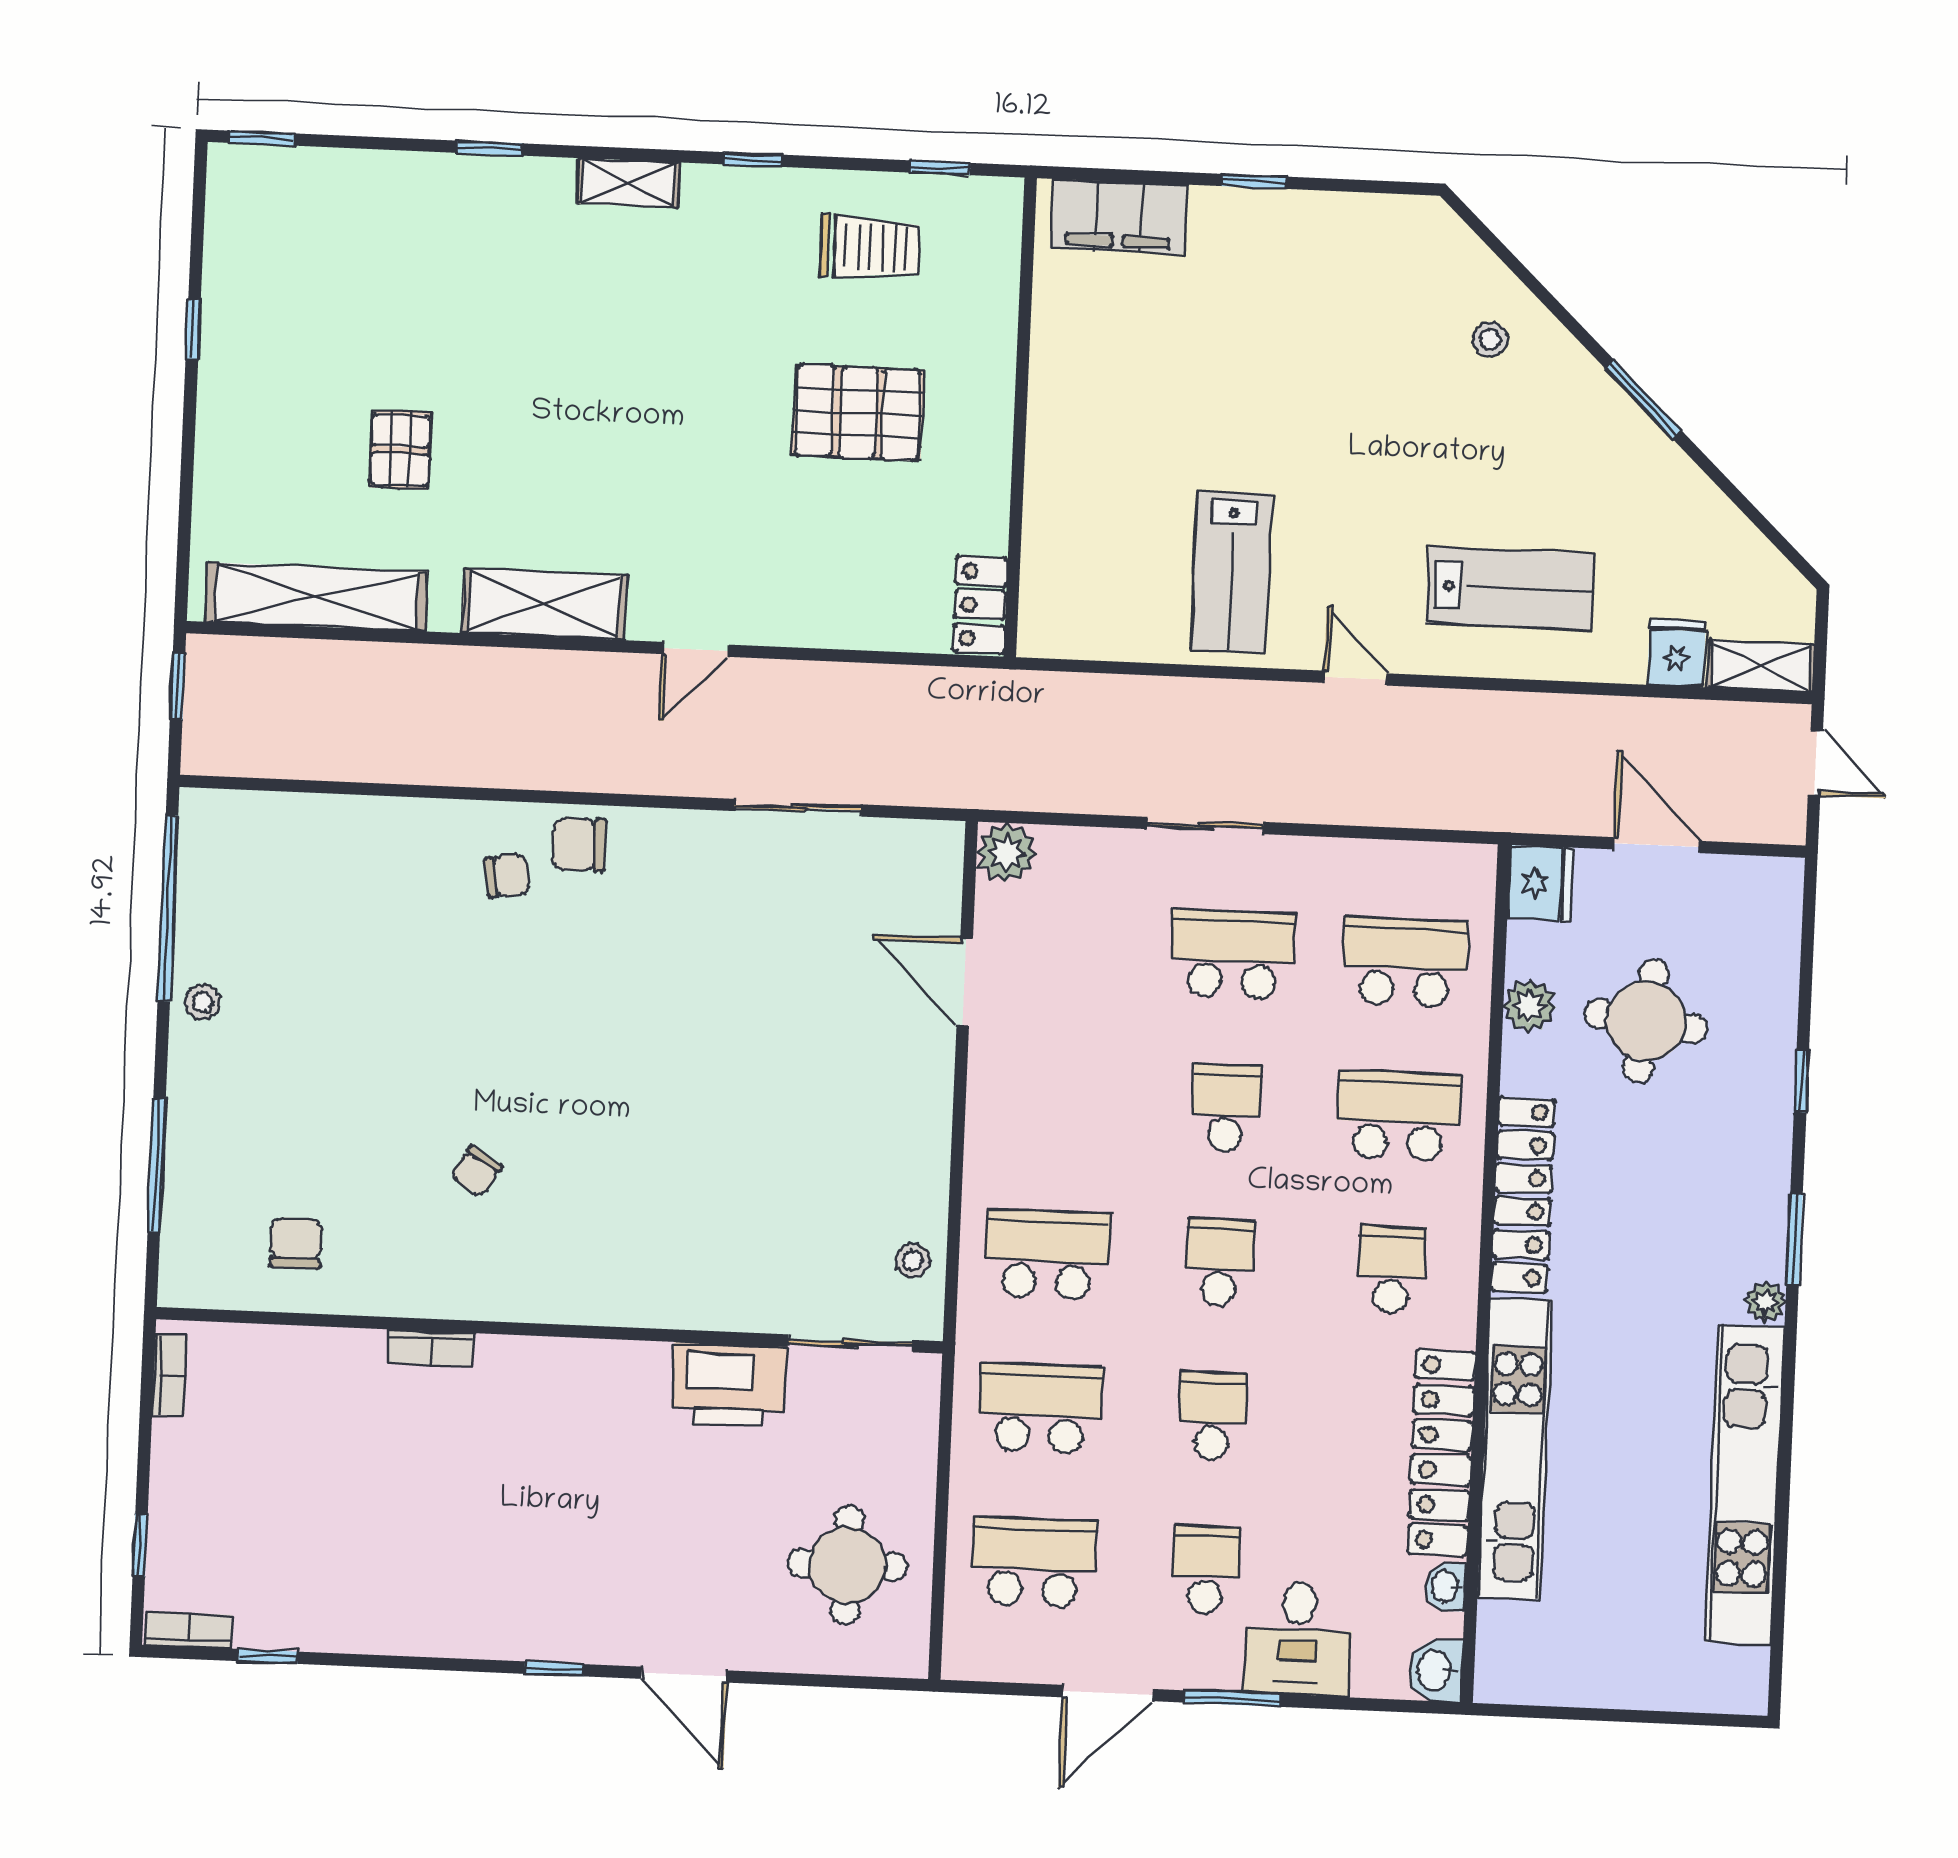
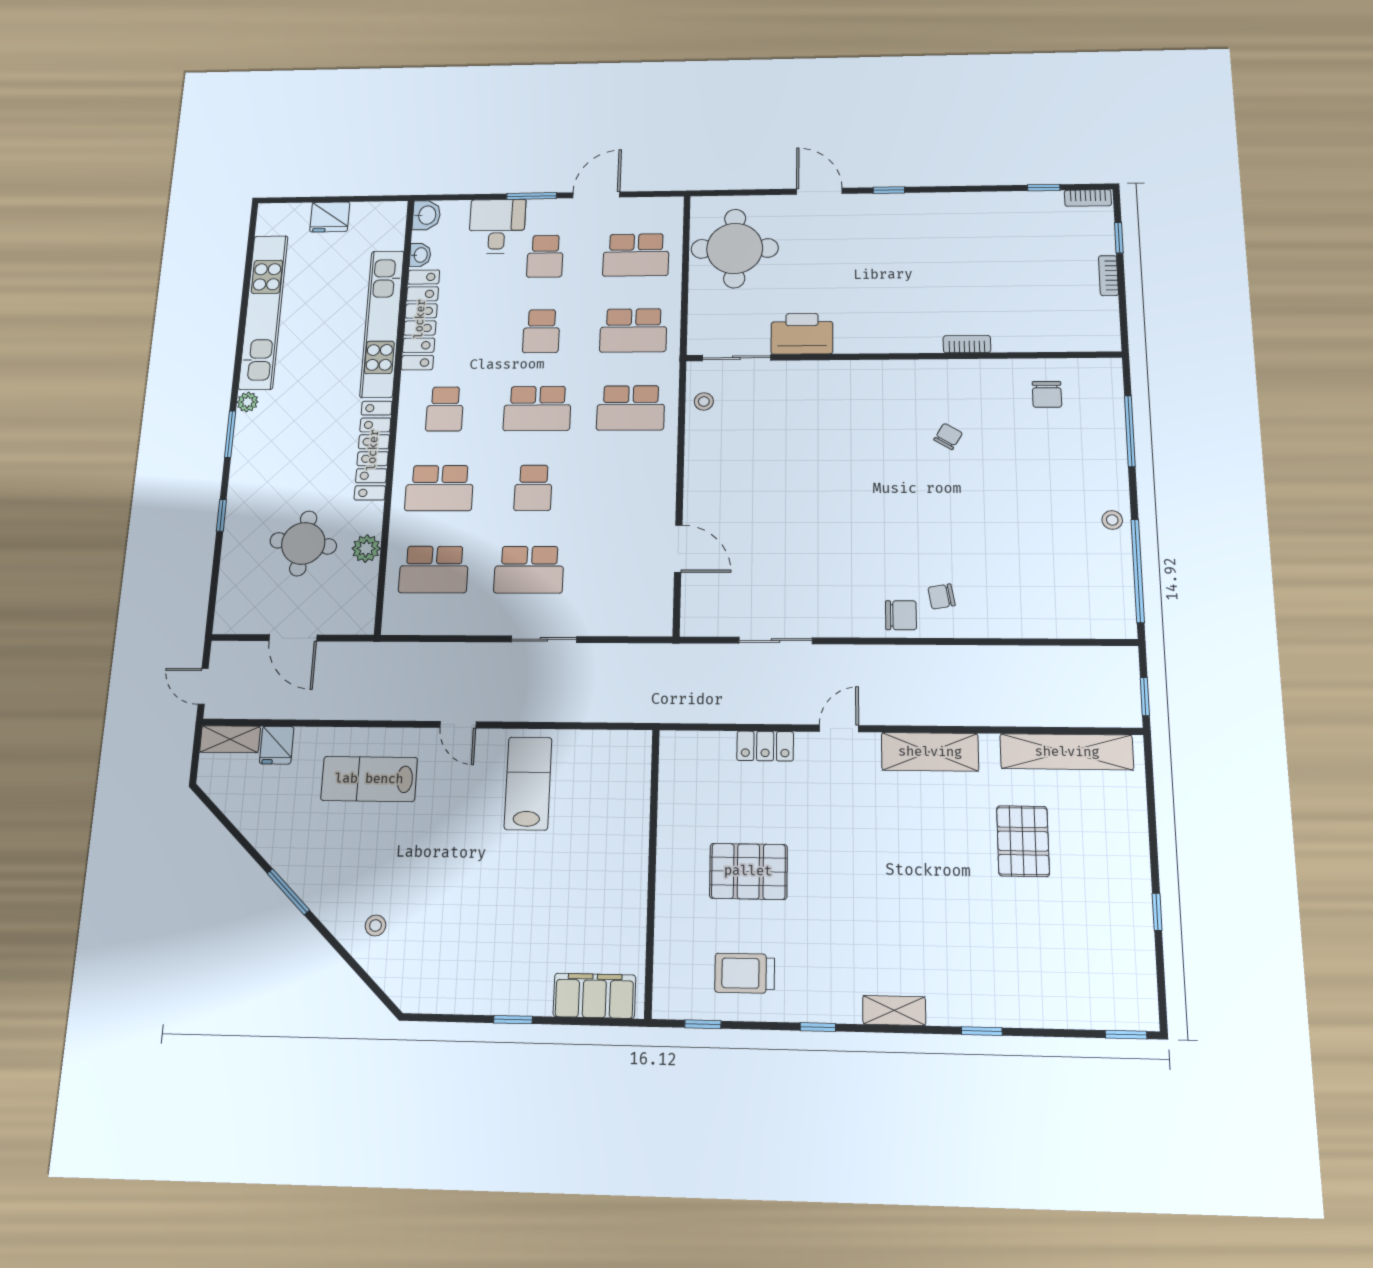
pallet: (400, 450) -> (1023, 841), width x1.50, depth x1.42
locker: (980, 605) -> (765, 746), moved, turned 90
plant: (1006, 853) -> (656, 620), removed
fridge: (1540, 883) -> (330, 217), moved, turned -90
school desk: (1219, 1262) -> (537, 408), width x1.85
bookcase: (170, 1375) -> (1109, 276), moved
round table: (847, 1565) -> (735, 248), width x1.36, depth x1.36

